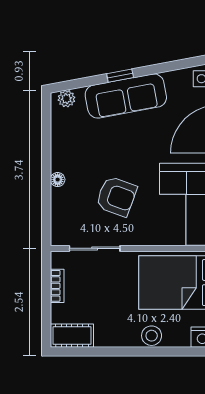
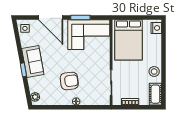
sofa: (126, 96) -> (33, 62), width x0.73
armchair: (116, 196) -> (69, 81), moved, turned 63
stool: (152, 336) -> (154, 72), moved

